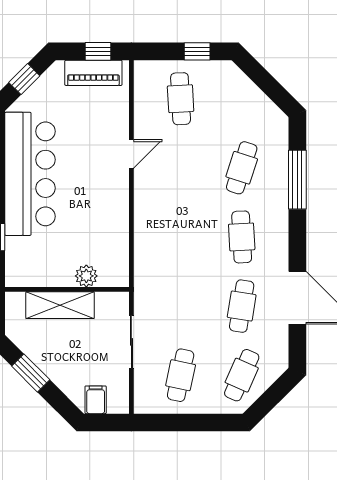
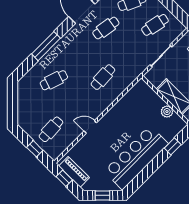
window: (197, 51) -> (35, 149), moved
window: (297, 180) -> (46, 46), moved
cafe table: (242, 237) -> (103, 77), moved
plant: (86, 276) -> (167, 112), moved

